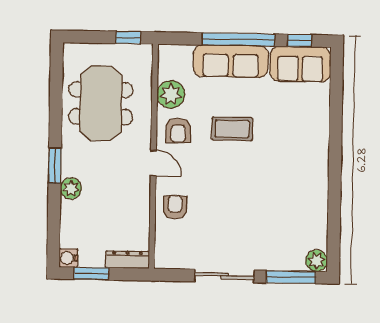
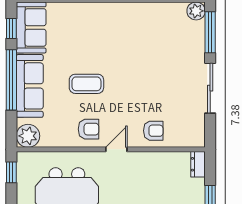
plant: (171, 94) -> (28, 136), moved
coffee table: (232, 129) -> (86, 84), turned 90
armchair: (175, 207) -> (153, 131), turned 180
dresser: (127, 260) -> (198, 164), width x0.70

